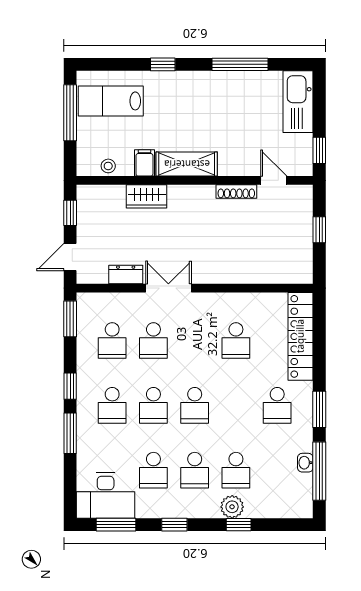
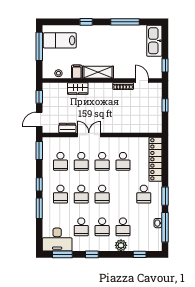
school desk: (195, 340) -> (102, 161), added
window: (239, 525) -> (140, 254), moved

